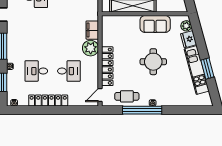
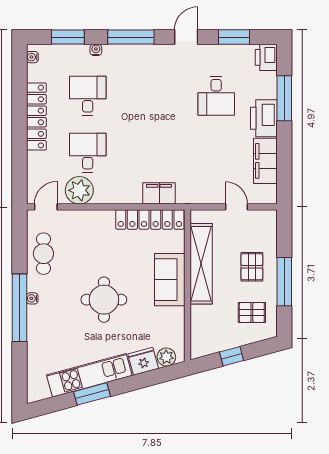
sofa: (155, 24) -> (170, 280), moved
plant: (91, 48) -> (79, 190), moved
locker: (107, 66) -> (150, 219), moved
desk: (69, 71) -> (88, 153), turned 180
door: (100, 95) -> (46, 207), hinge flipped
window: (142, 110) -> (19, 308), moved

